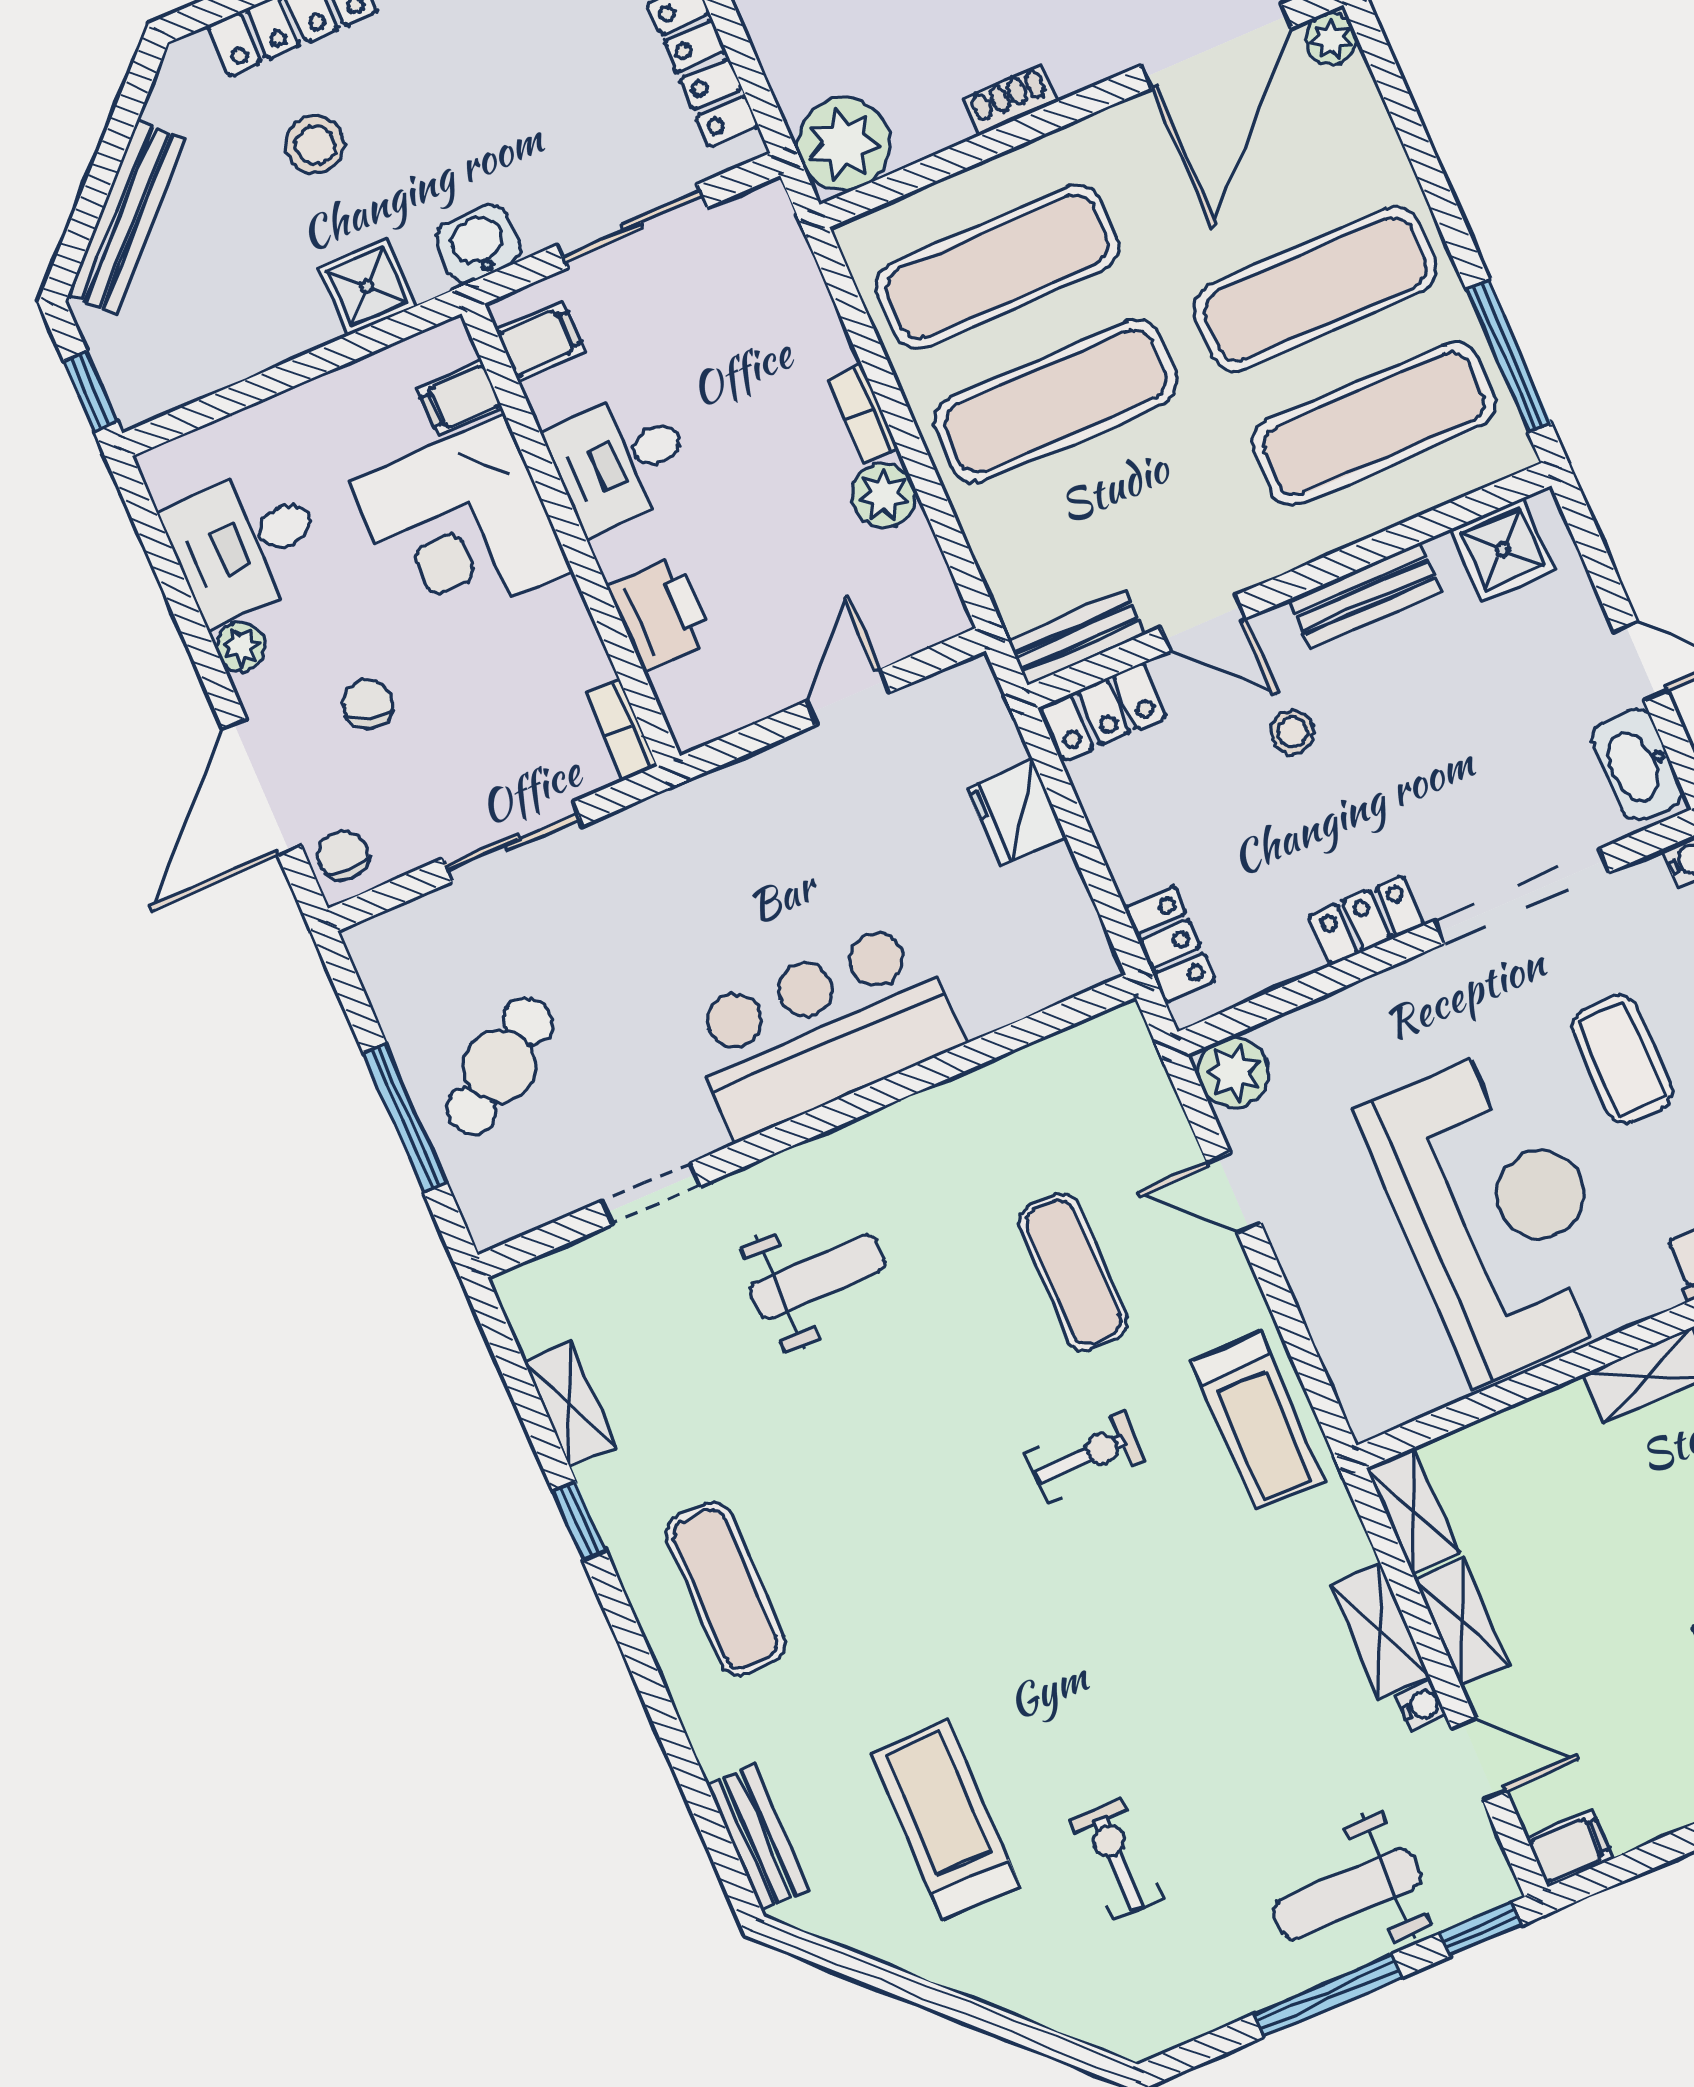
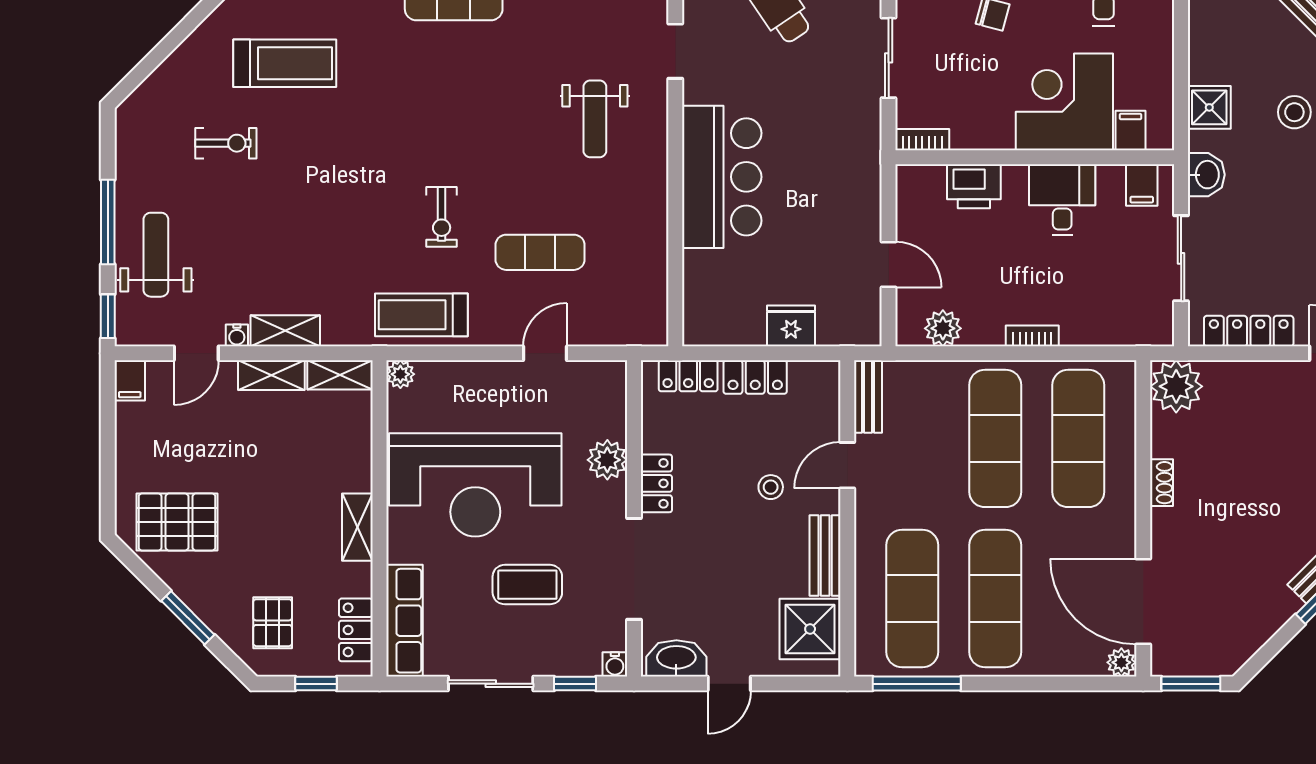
plant: (884, 495) -> (943, 328), moved
shower: (1503, 549) -> (810, 629), width x1.36, depth x1.36
locker: (1103, 712) -> (755, 377), moved, turned -90
plant: (1233, 1073) -> (607, 460), moved
plant: (1369, 1413) -> (400, 374), added

